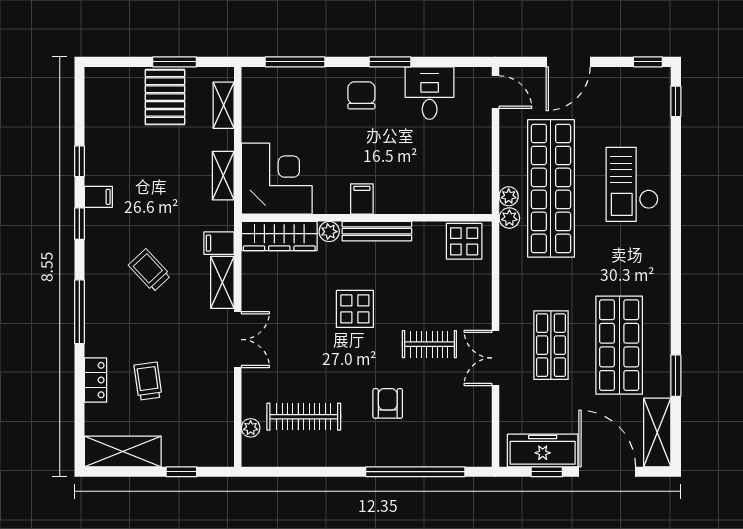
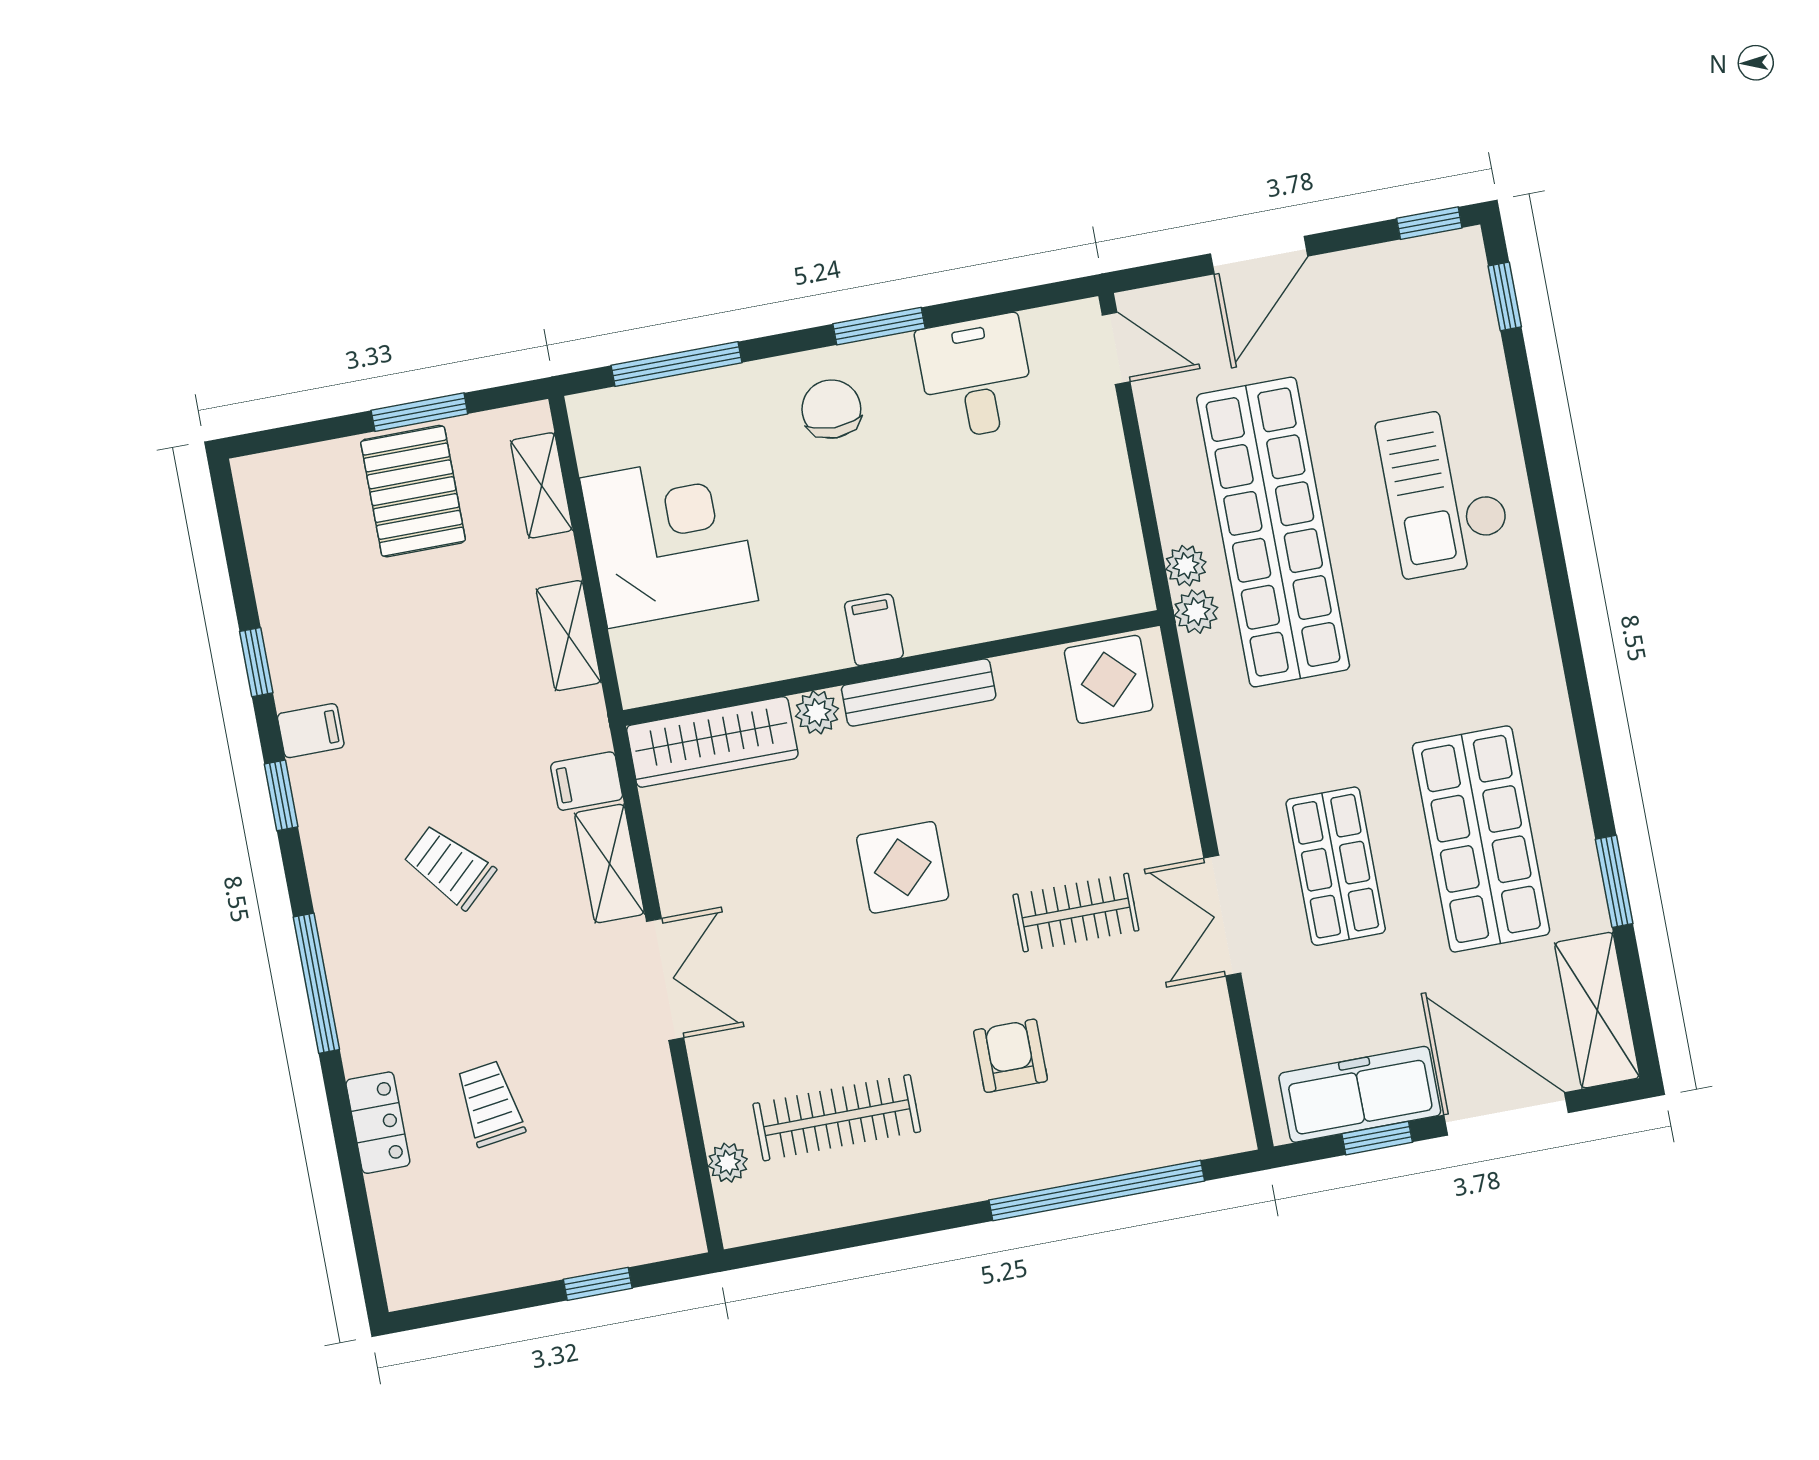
corner desk: (277, 179) -> (669, 539), moved
shelving: (123, 451) -> (465, 1264), removed

